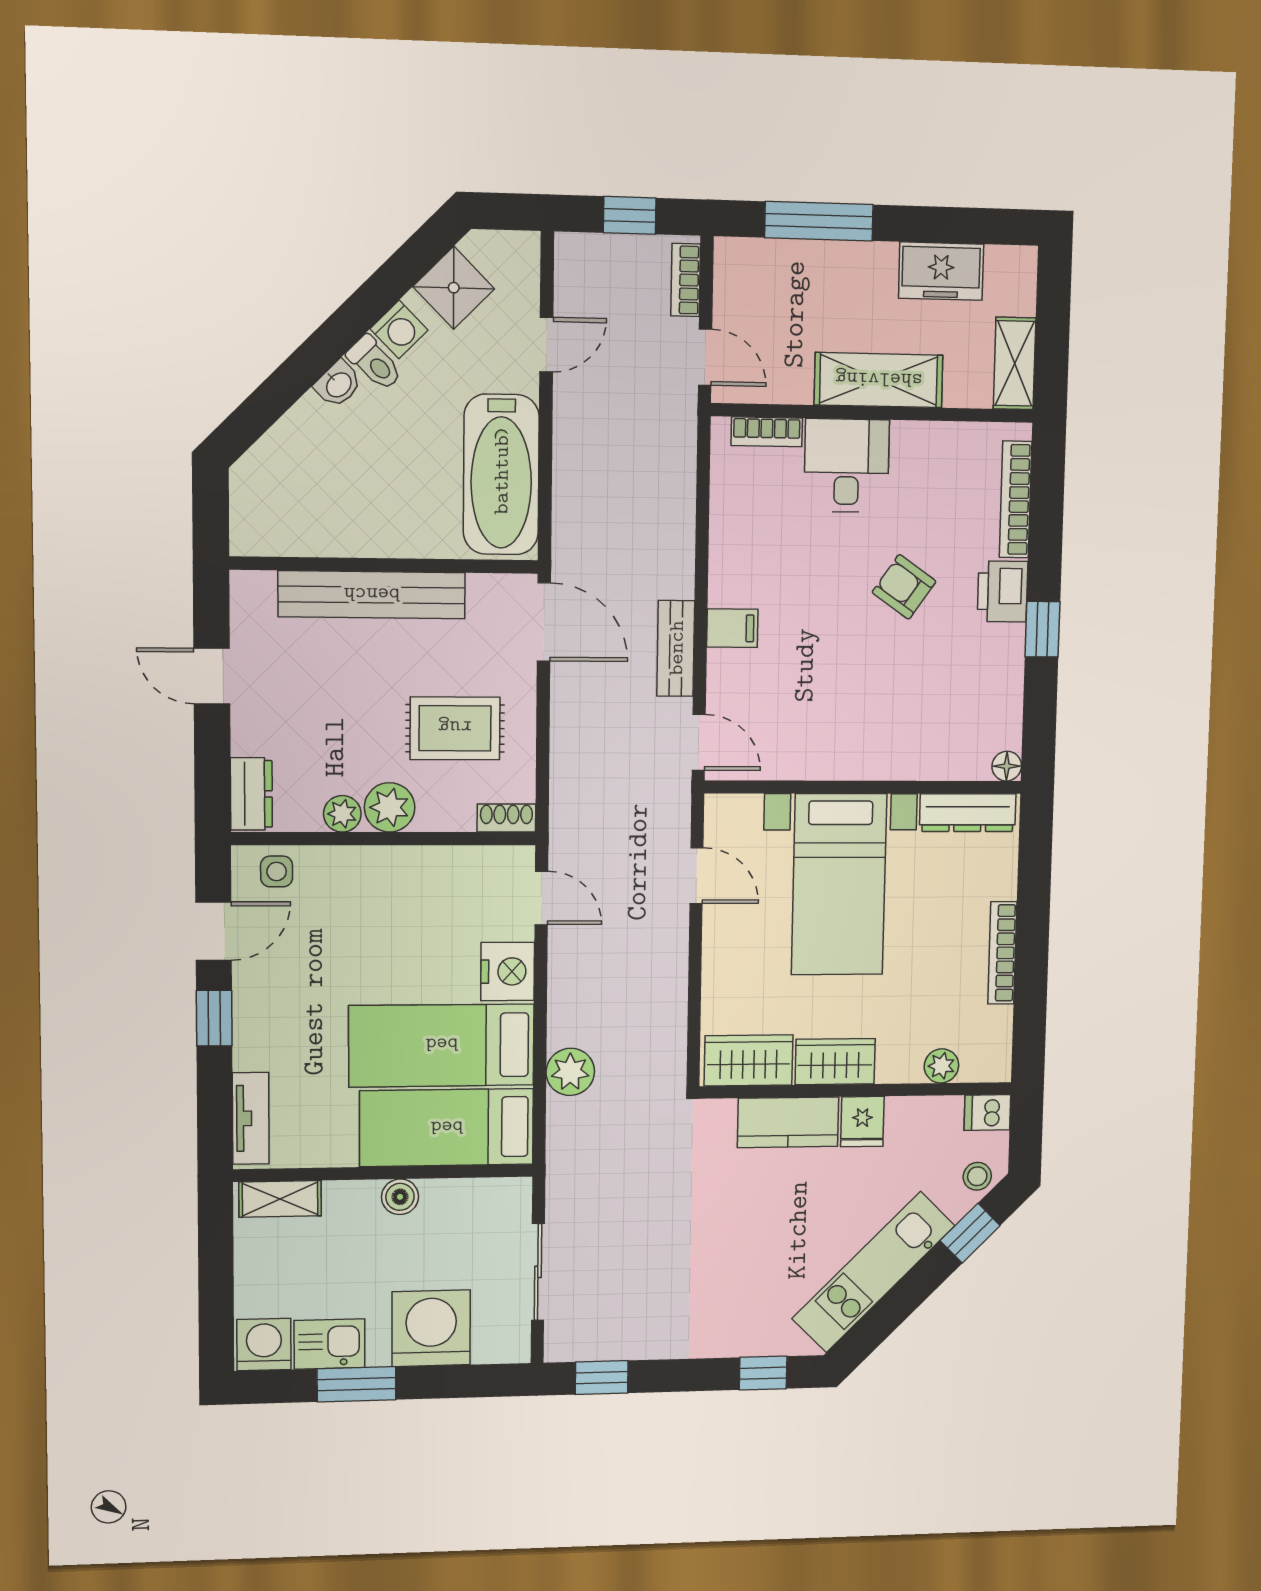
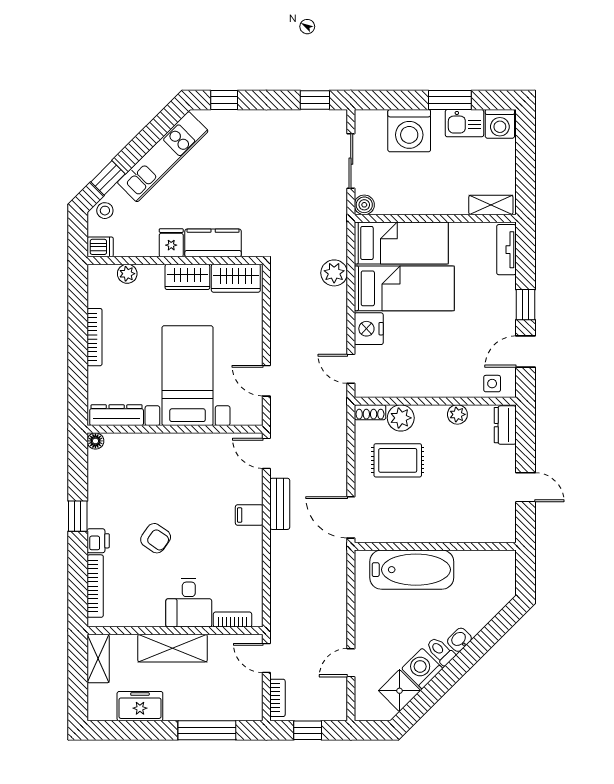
washing machine: (399, 330) -> (422, 669), width x1.38, depth x1.38
bathtub: (501, 475) -> (412, 570), moved, turned 90
printer: (1003, 591) -> (98, 541), width x0.73, depth x0.81
bench: (372, 595) -> (442, 531), removed
plant: (390, 807) -> (401, 418), moved
boiler: (400, 1197) -> (364, 205), moved

